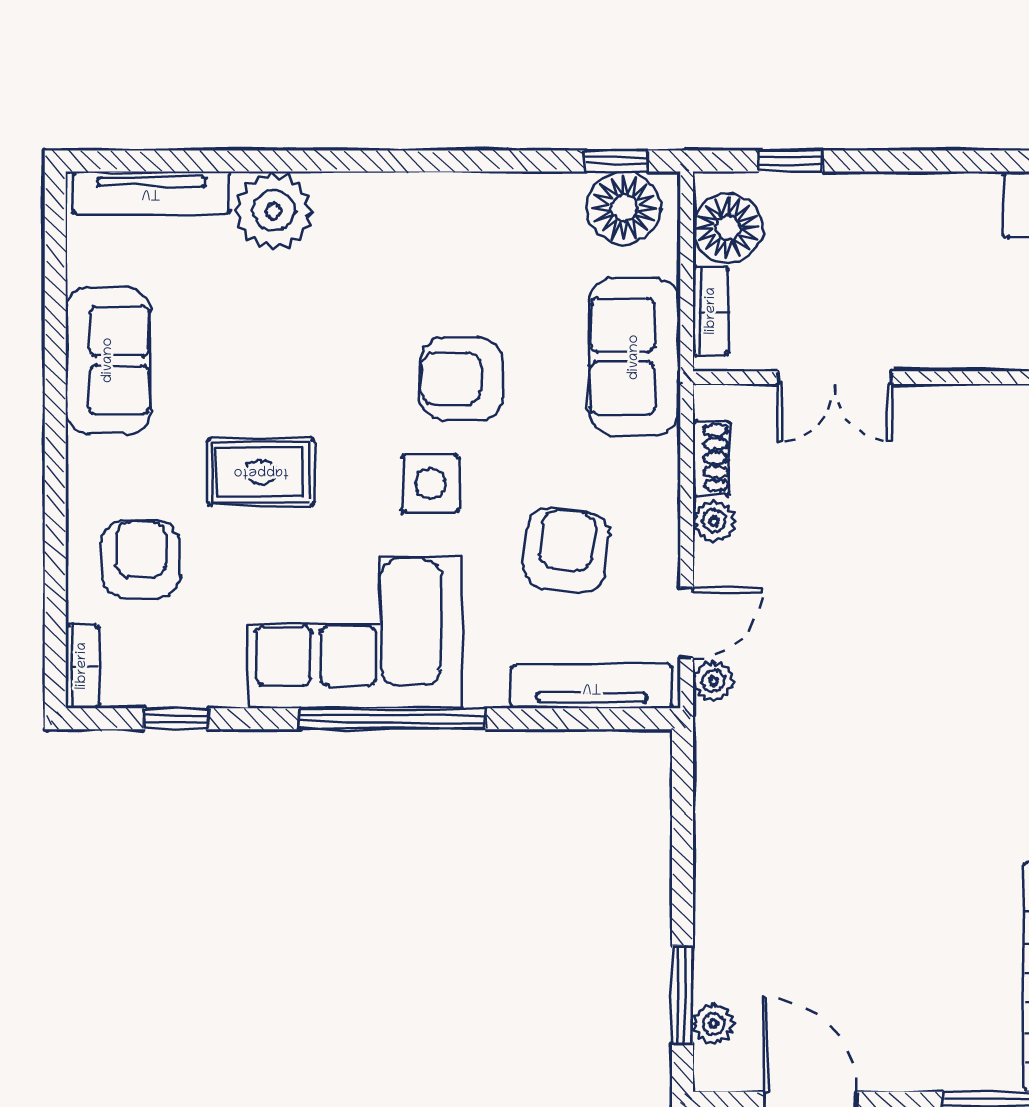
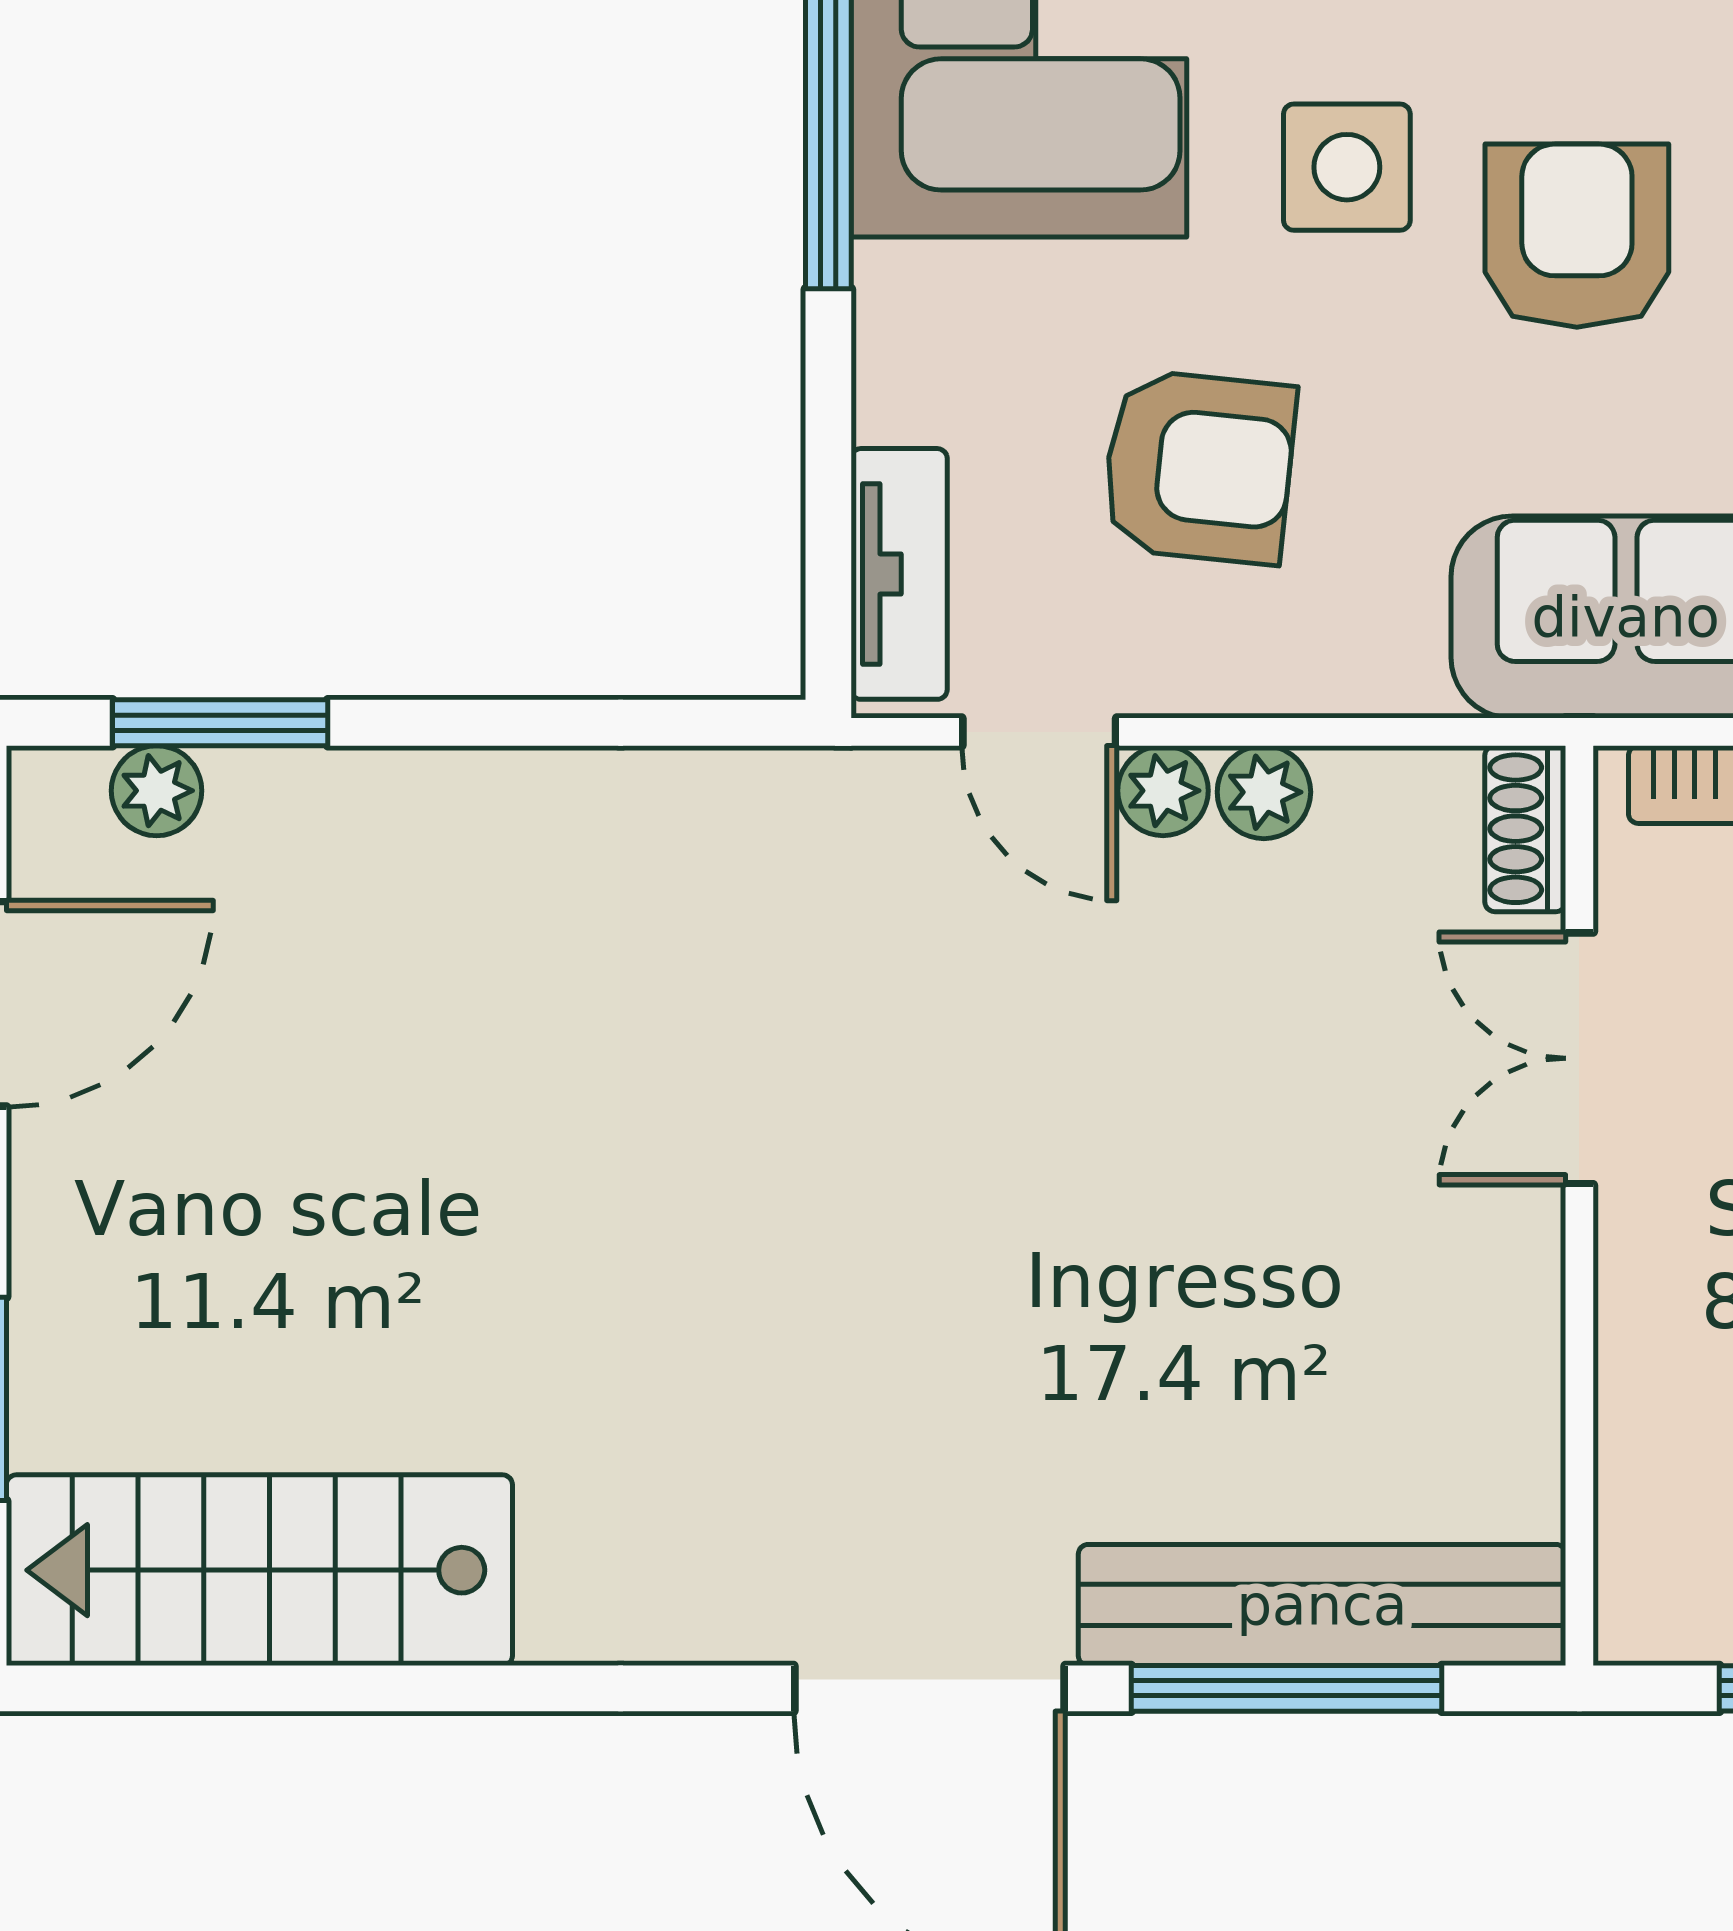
shoe rack: (711, 458) -> (1525, 829), moved, turned 90
plant: (713, 681) -> (1163, 791), moved
tv unit: (592, 687) -> (899, 574), width x0.71

